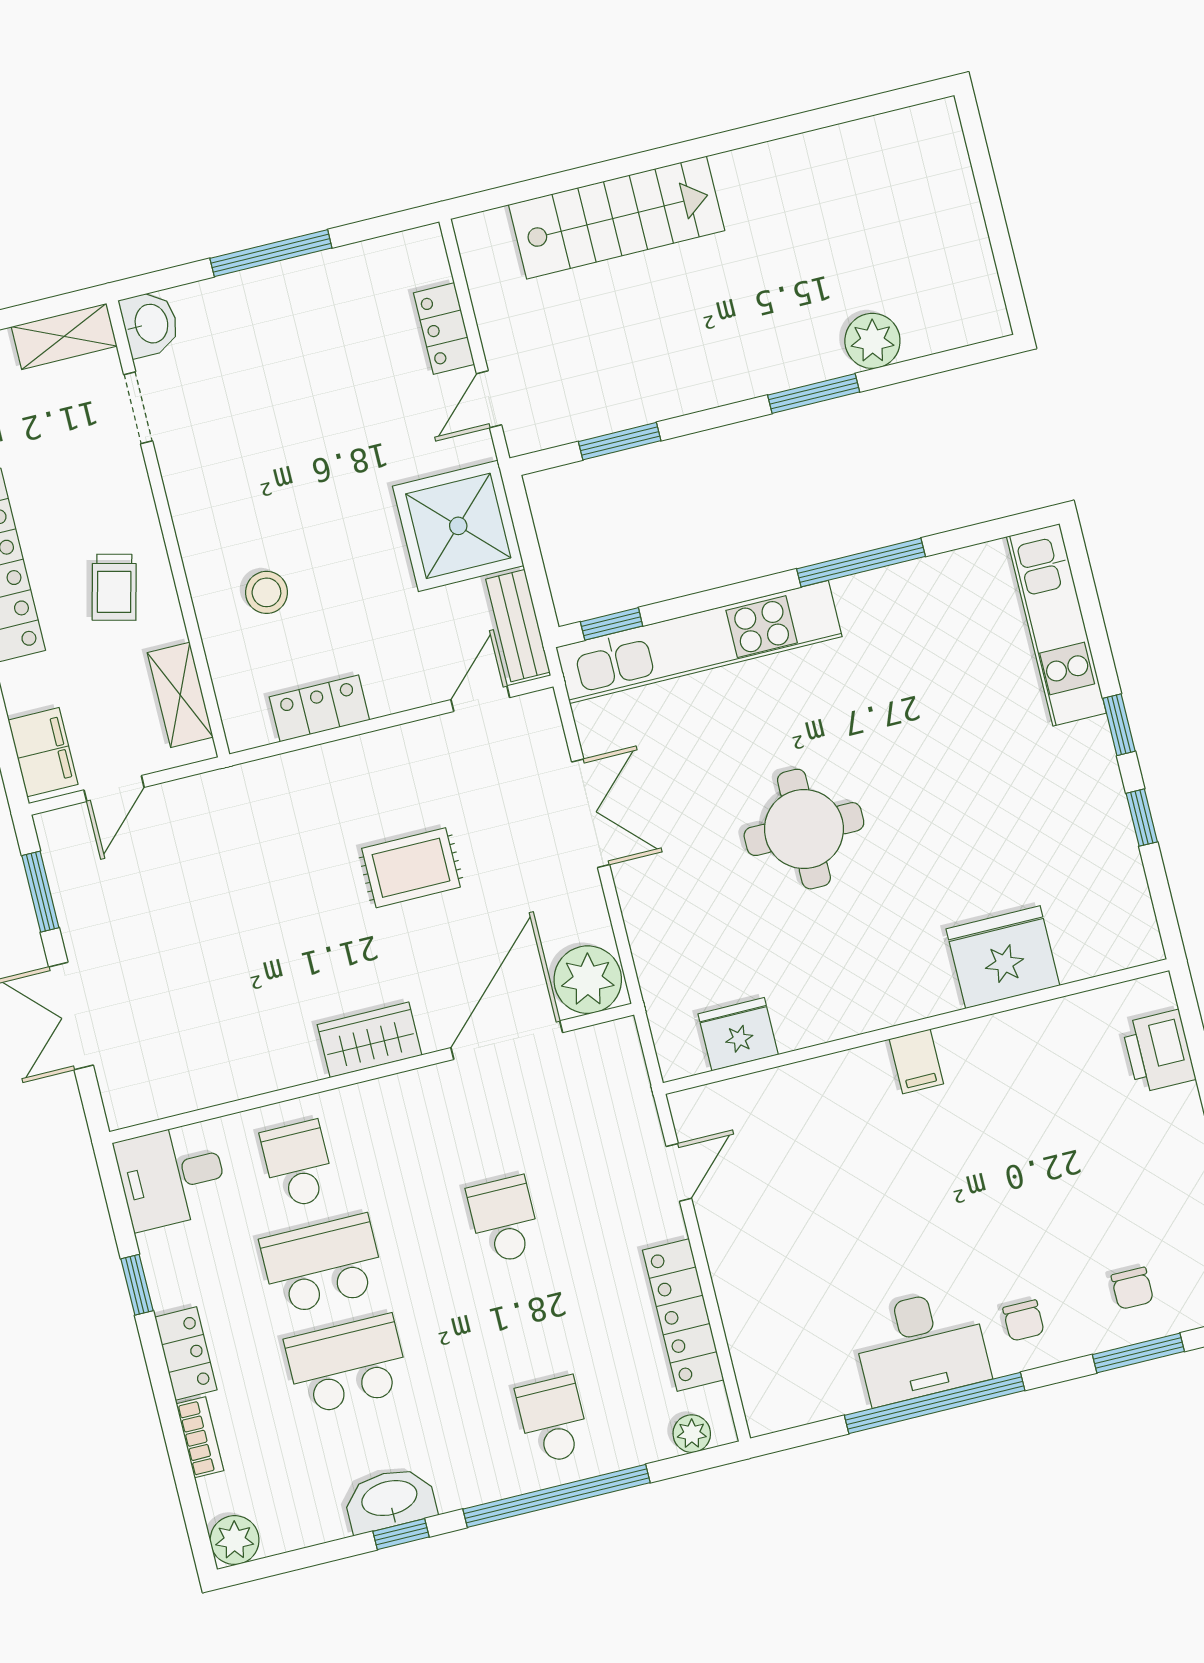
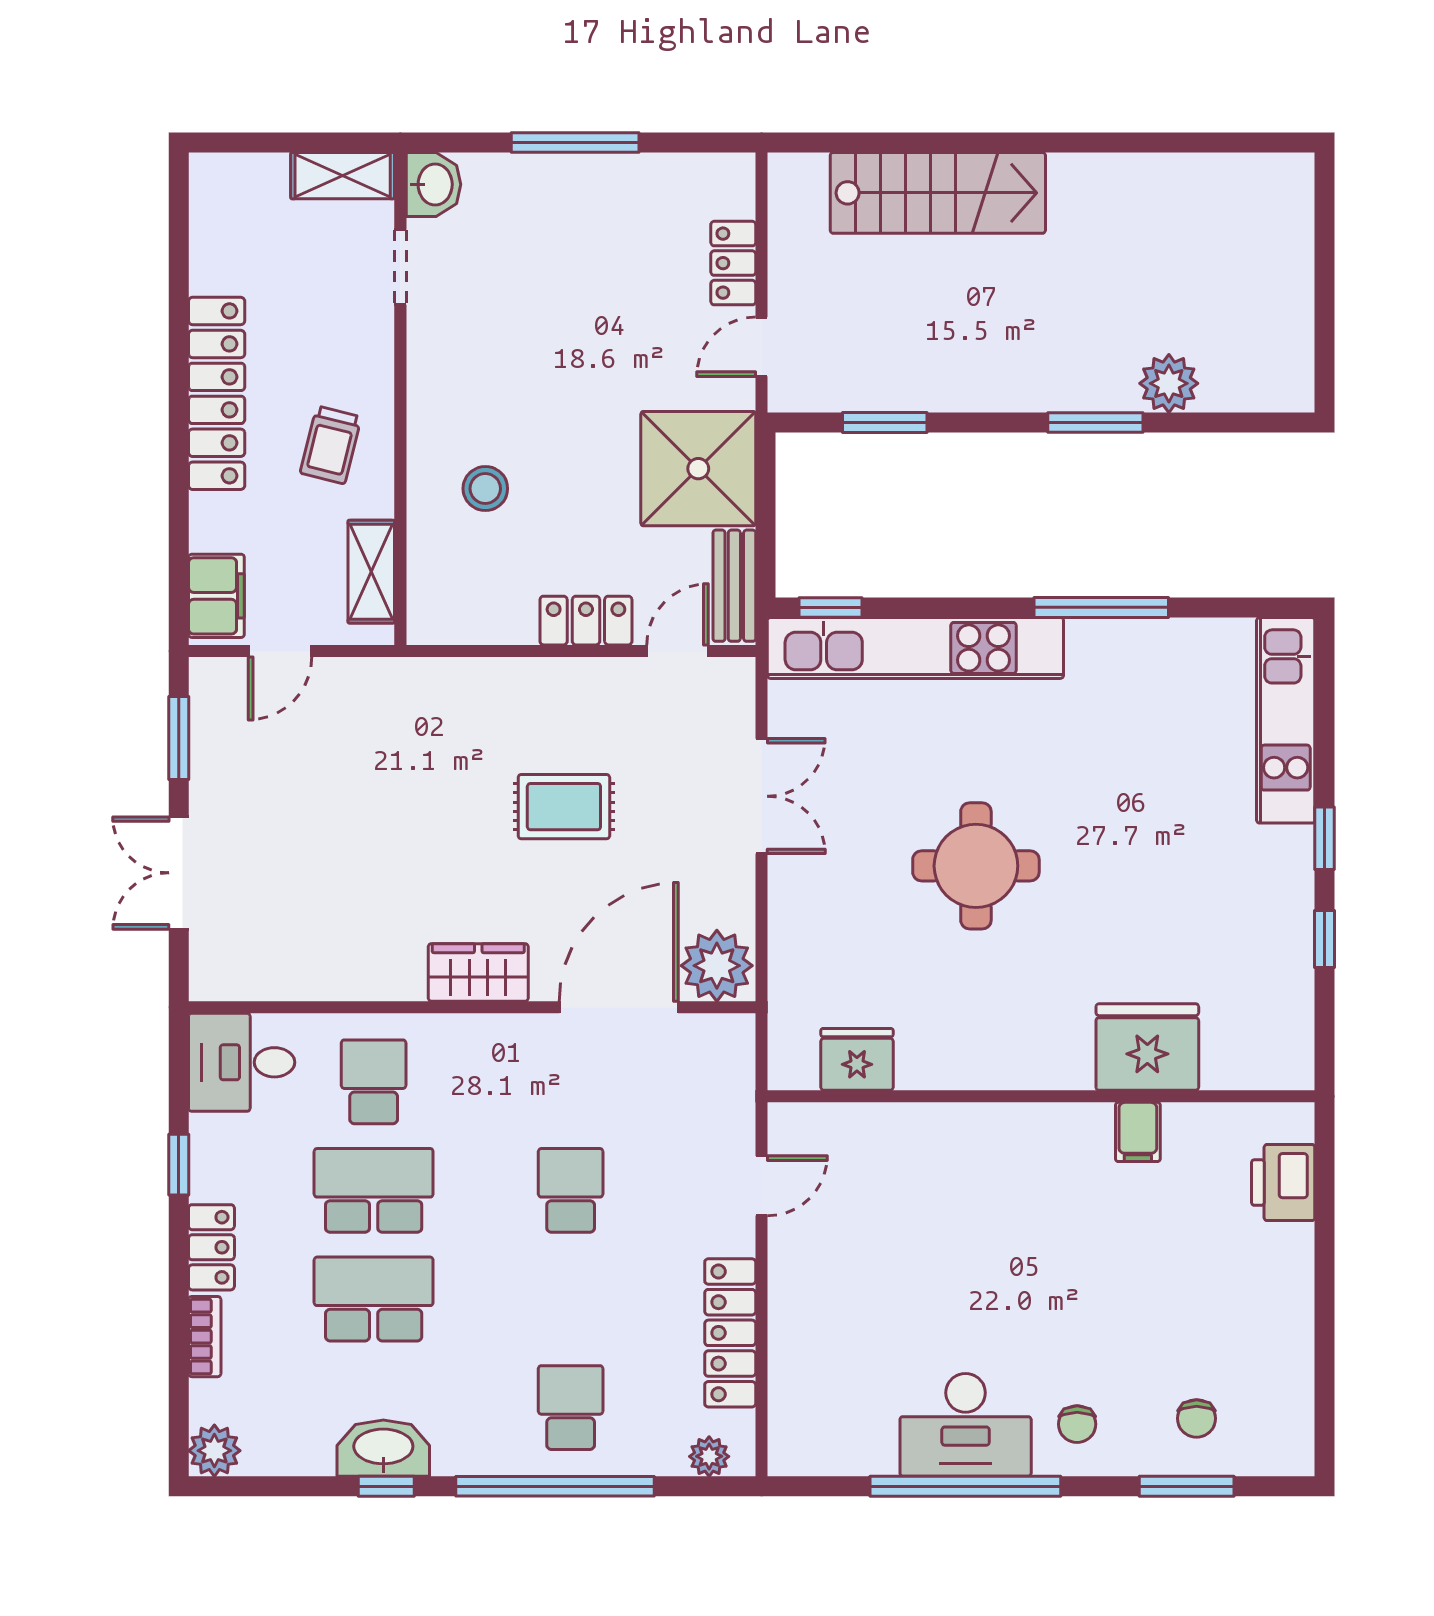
locker: (319, 708) -> (586, 621), moved
filing cabinet: (916, 1061) -> (1138, 1132), moved

